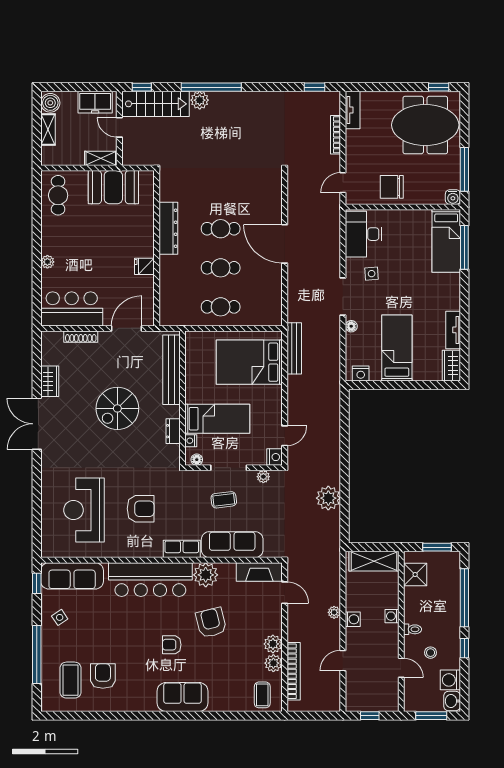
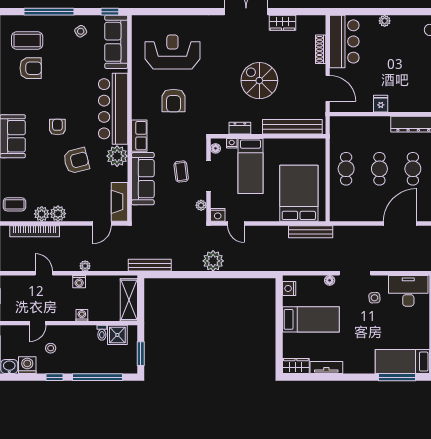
plant: (328, 498) -> (213, 261), moved
bench: (333, 537) -> (150, 265), added
toilet: (413, 629) -> (102, 333), moved

